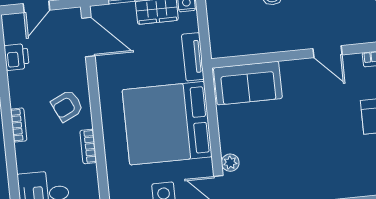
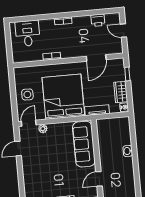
door: (88, 37) -> (96, 58), moved
sofa: (248, 83) -> (84, 144), width x1.36
armchair: (67, 106) -> (73, 46), removed

